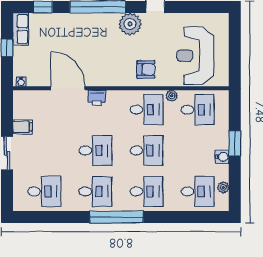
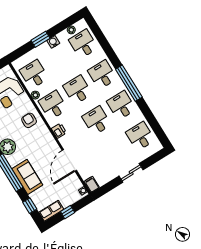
sofa: (79, 25) -> (27, 177), added
printer: (97, 98) -> (59, 131), moved
filing cabinet: (22, 127) -> (92, 184), moved

